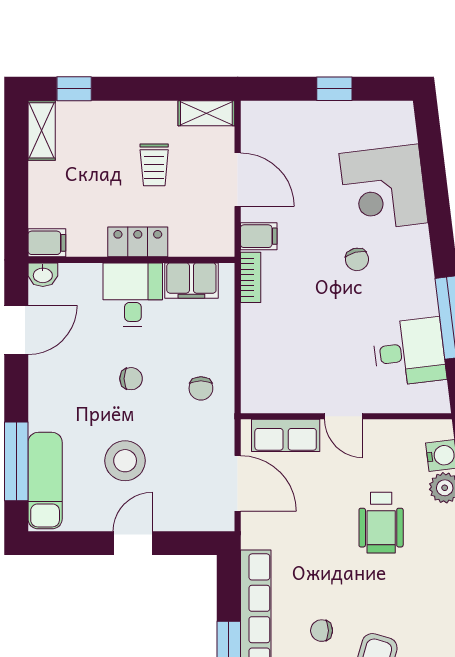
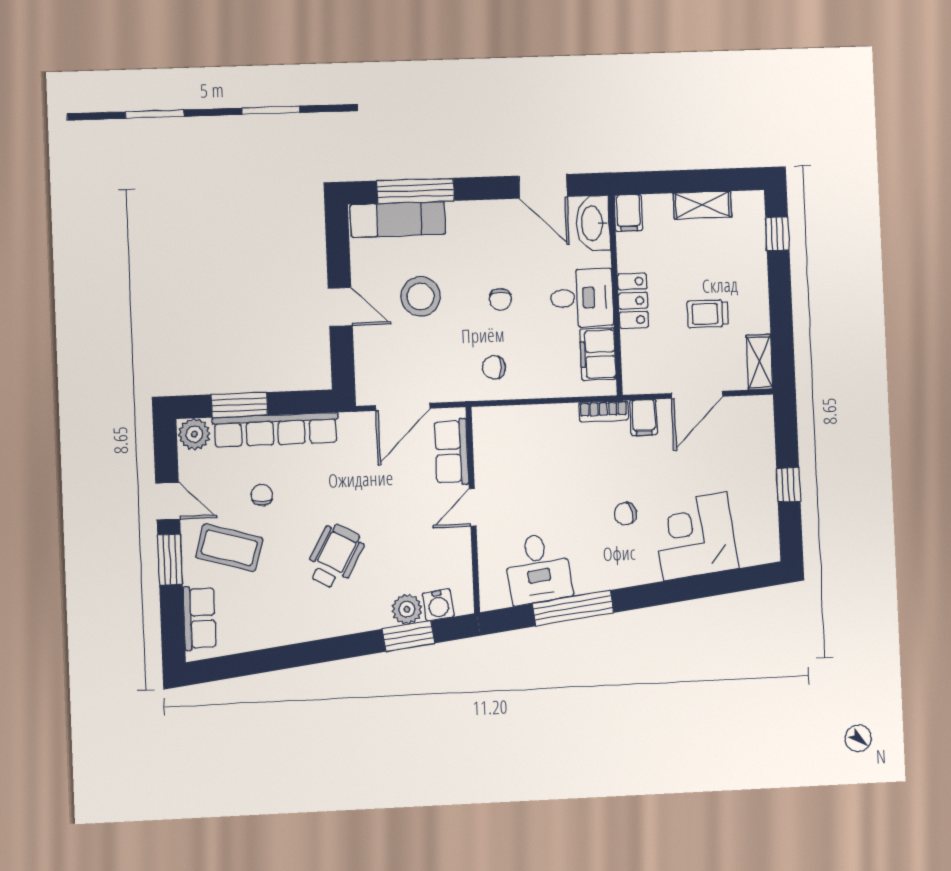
shelving: (42, 130) -> (702, 205), moved
washbasin: (43, 275) -> (593, 223), width x1.91, depth x1.45
wheelchair: (381, 523) -> (335, 556), moved, turned 119

